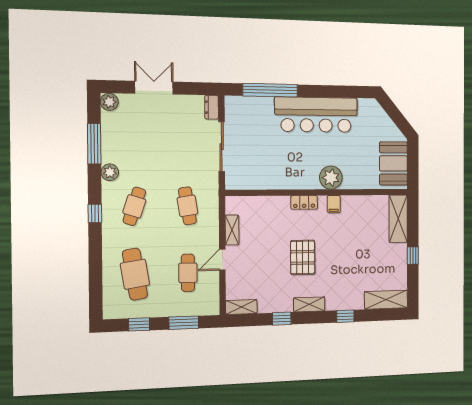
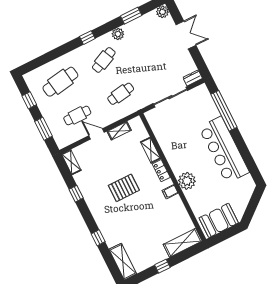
window: (94, 144) -> (131, 16), width x0.69
cafe table: (134, 206) -> (104, 60), turned -42
shelving: (309, 304) -> (151, 150), moved

